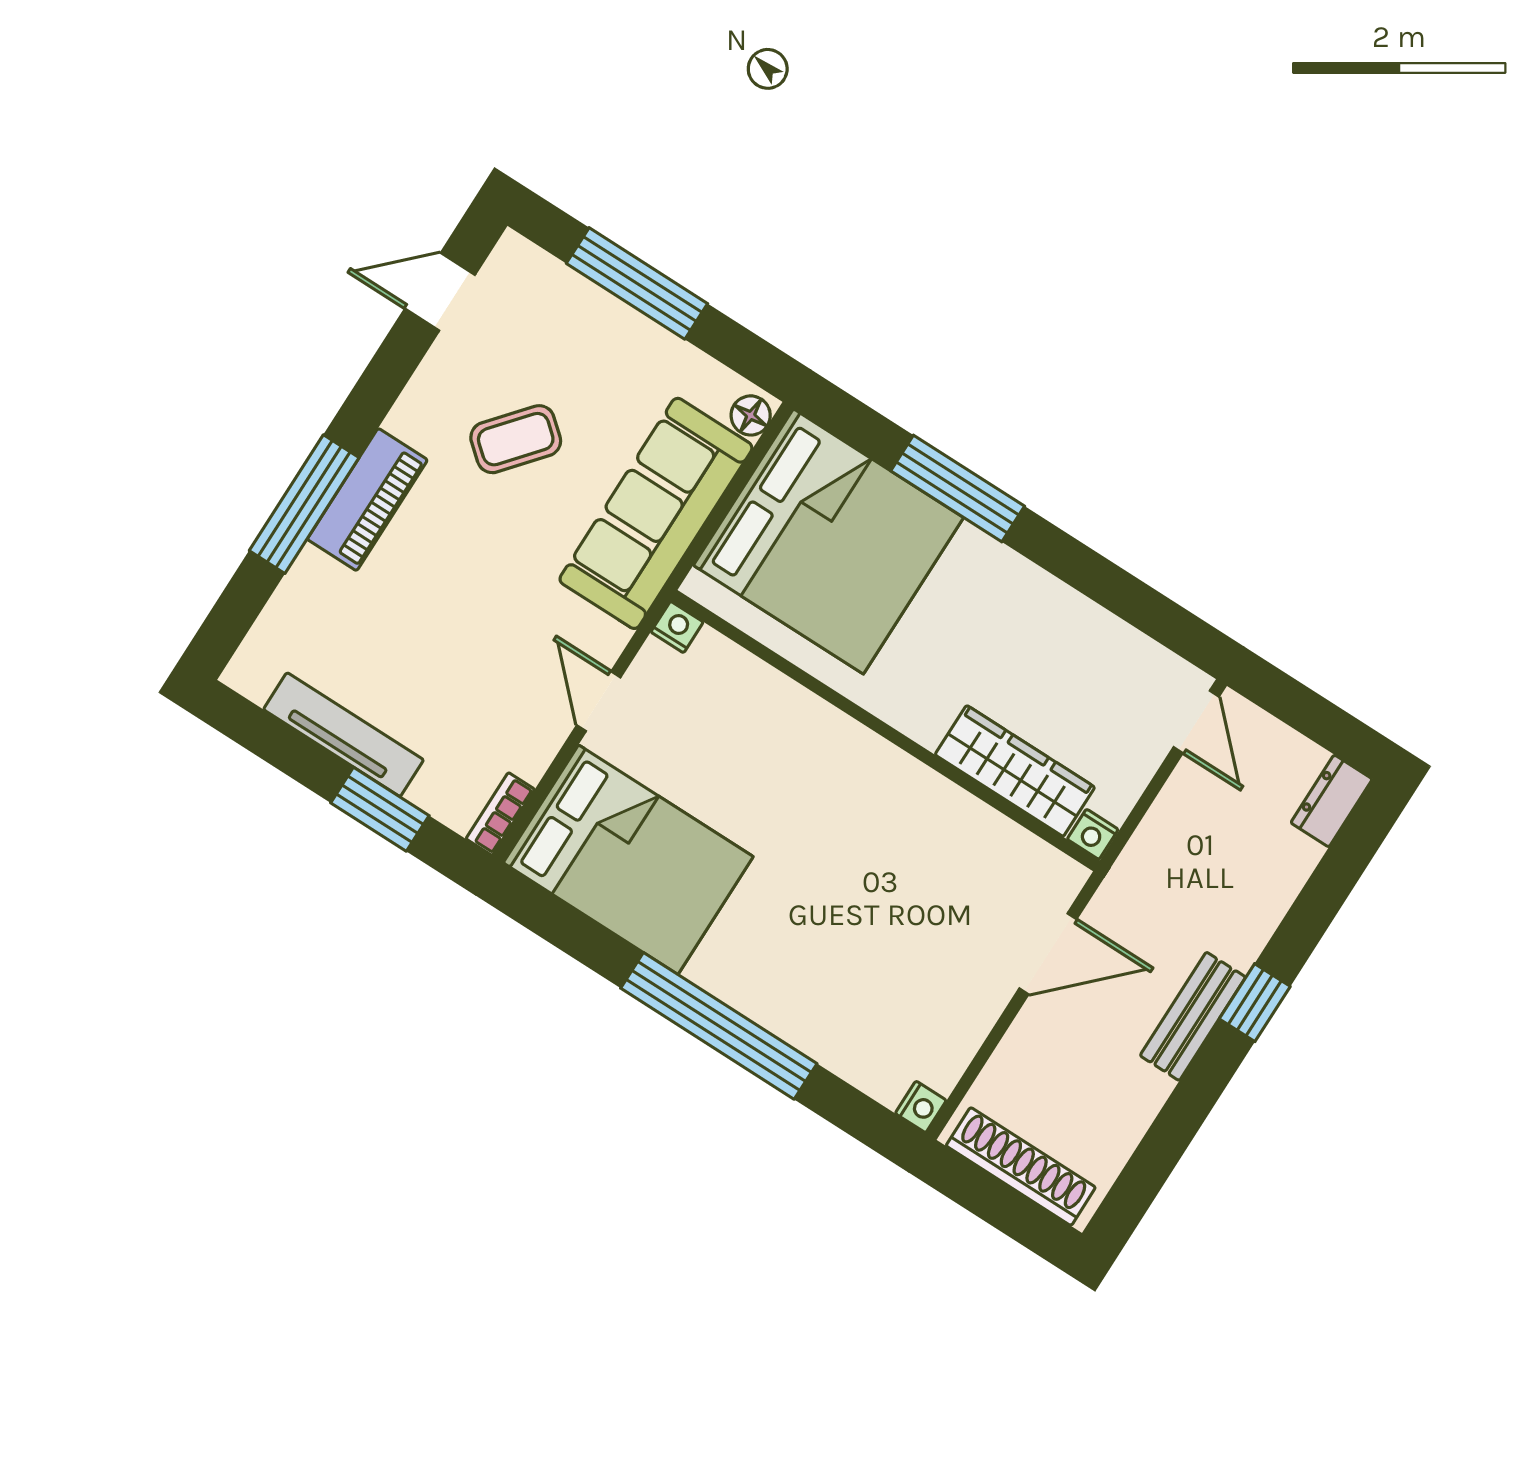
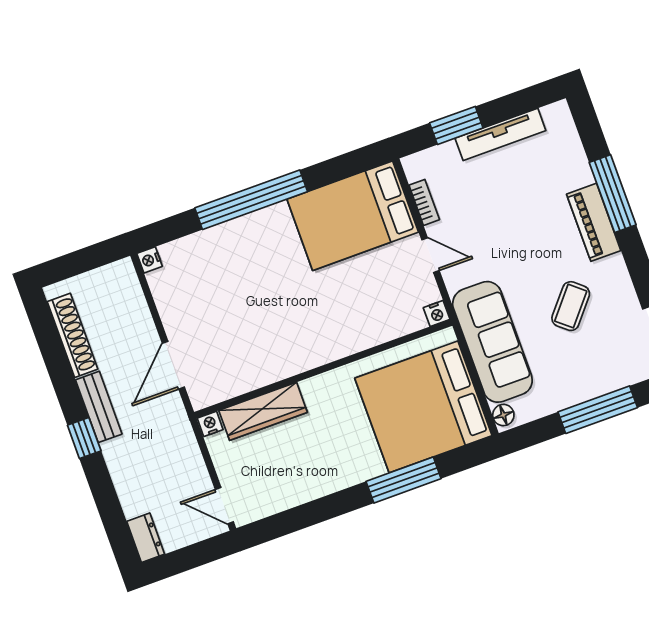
bookcase: (500, 814) -> (424, 202), moved
shoe rack: (1021, 1167) -> (72, 335), moved, turned -90

